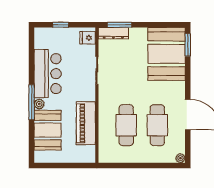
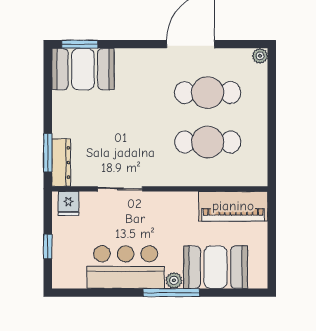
booth: (167, 54) -> (83, 69), width x0.73, depth x0.70
piano: (86, 123) -> (233, 206), moved

